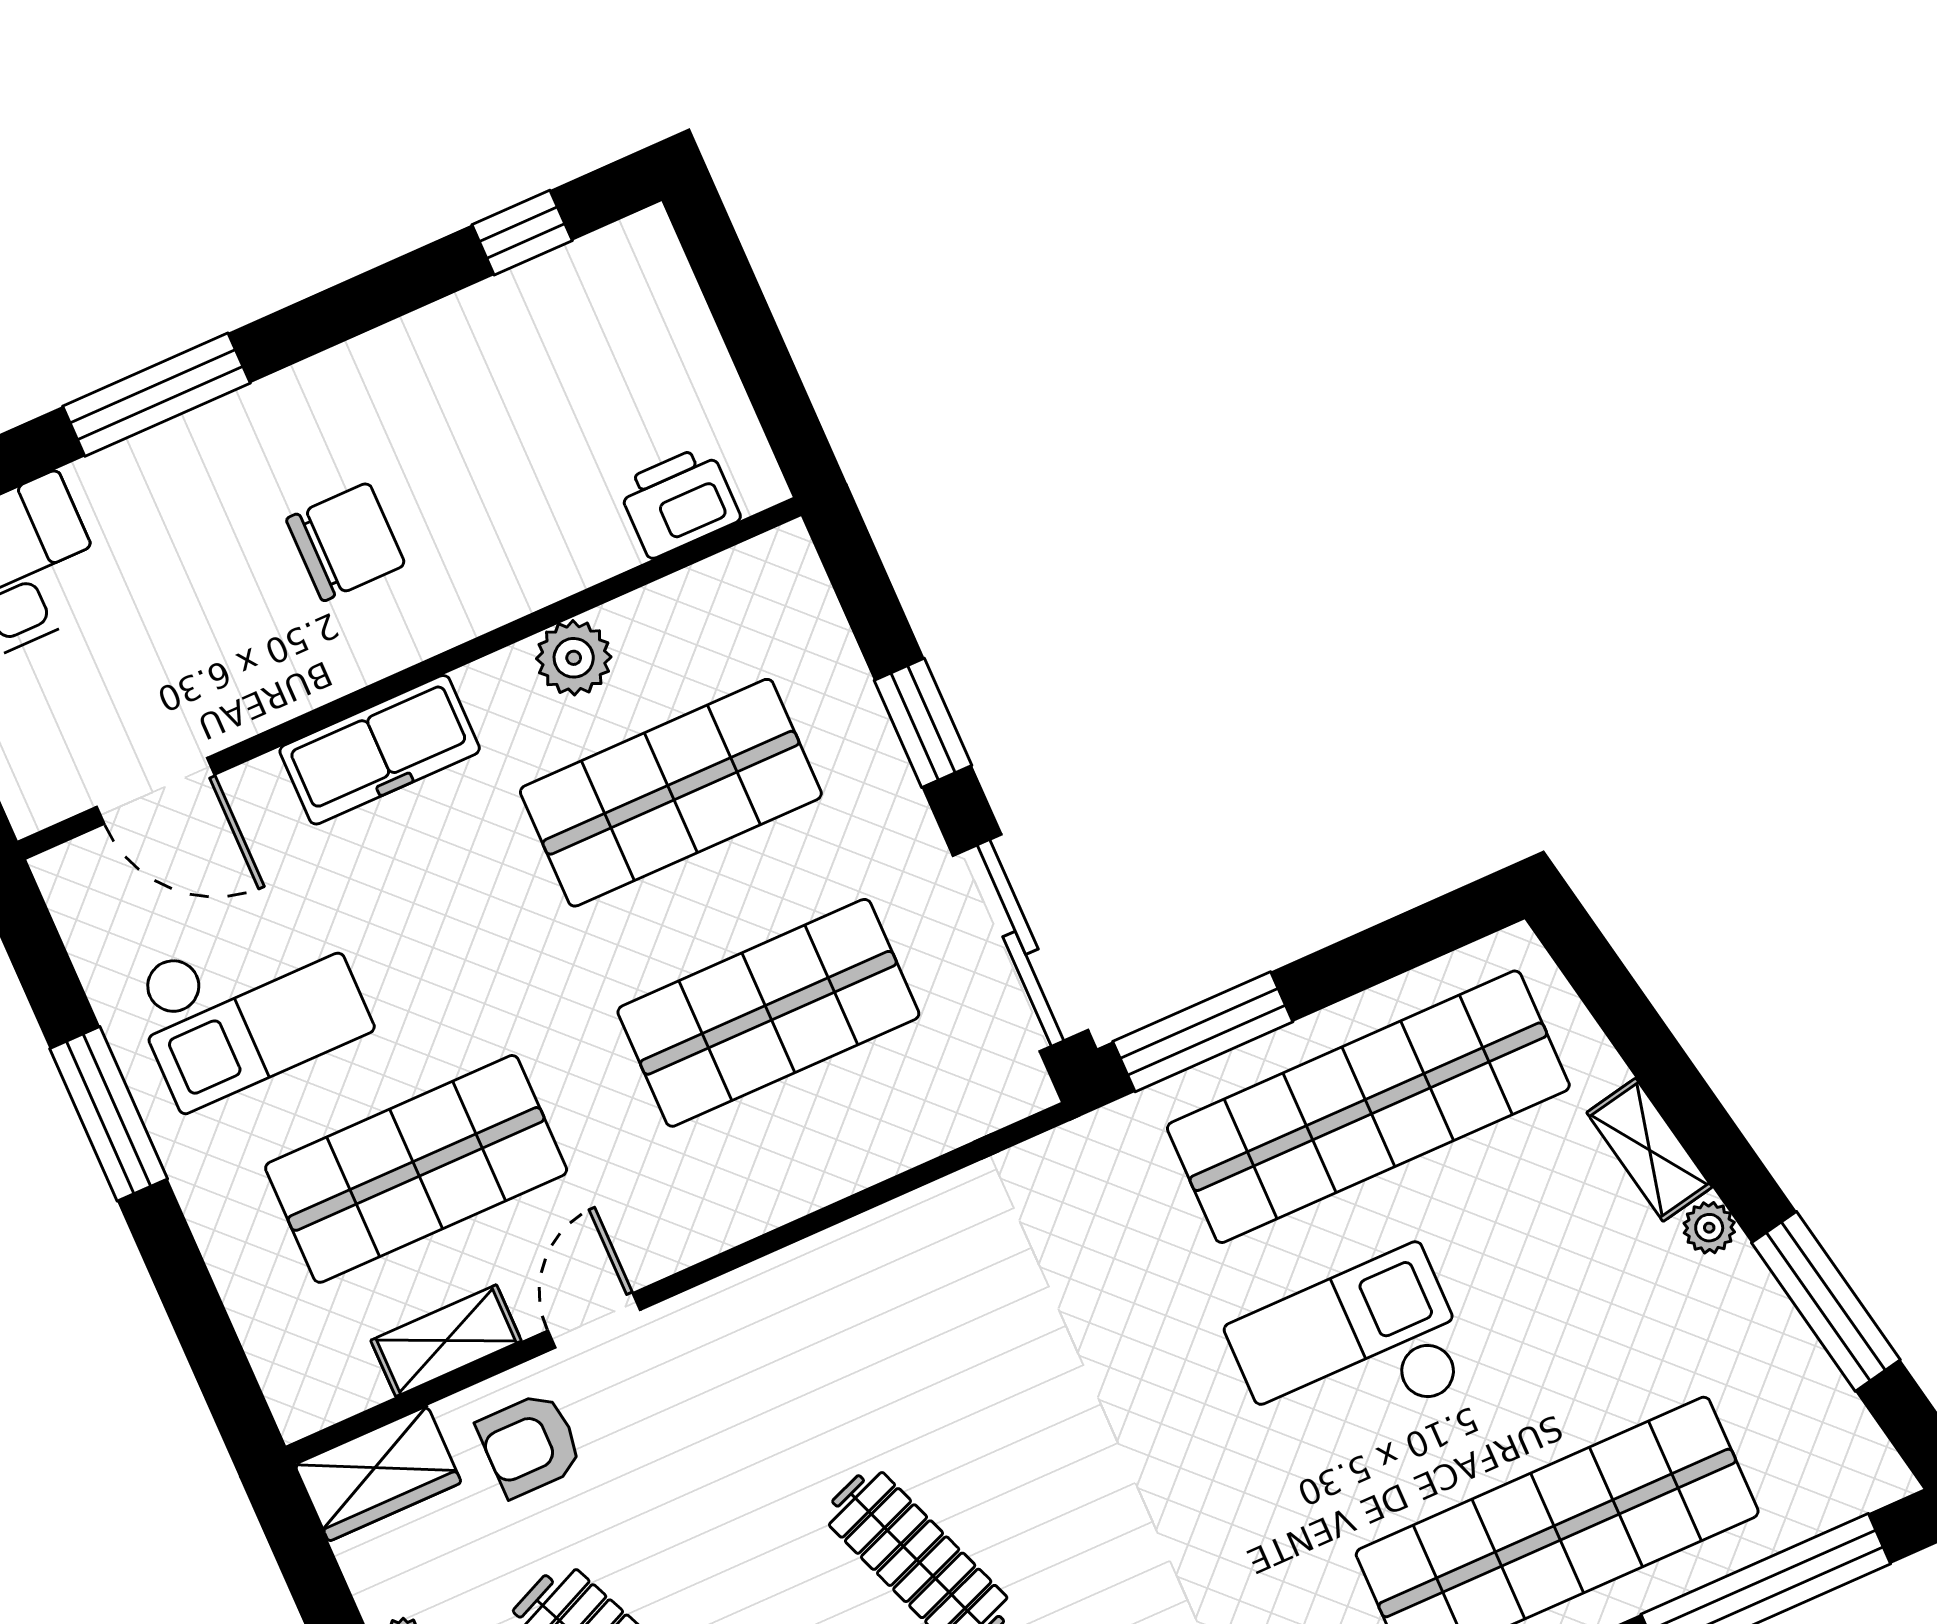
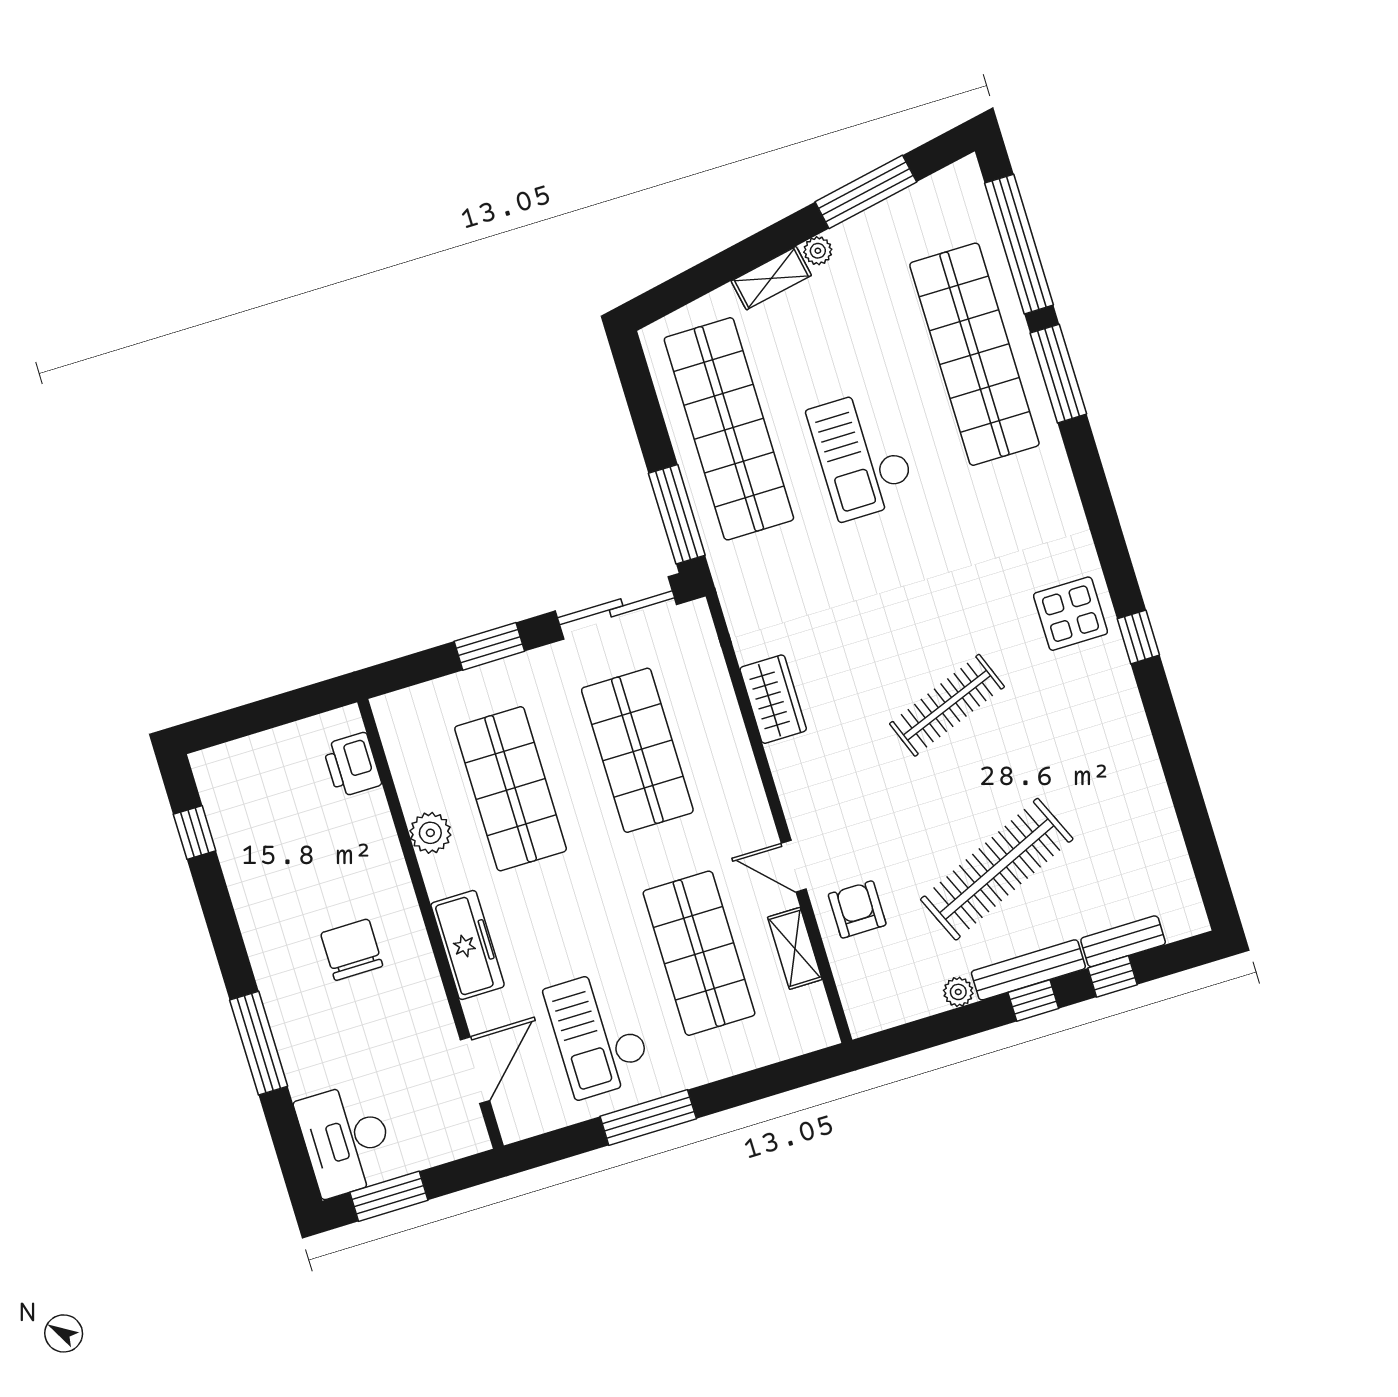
checkout: (249, 1005) -> (598, 1033), turned 180
armchair: (530, 1445) -> (857, 909), turned 180
wardrobe: (378, 1474) -> (773, 699), moved

